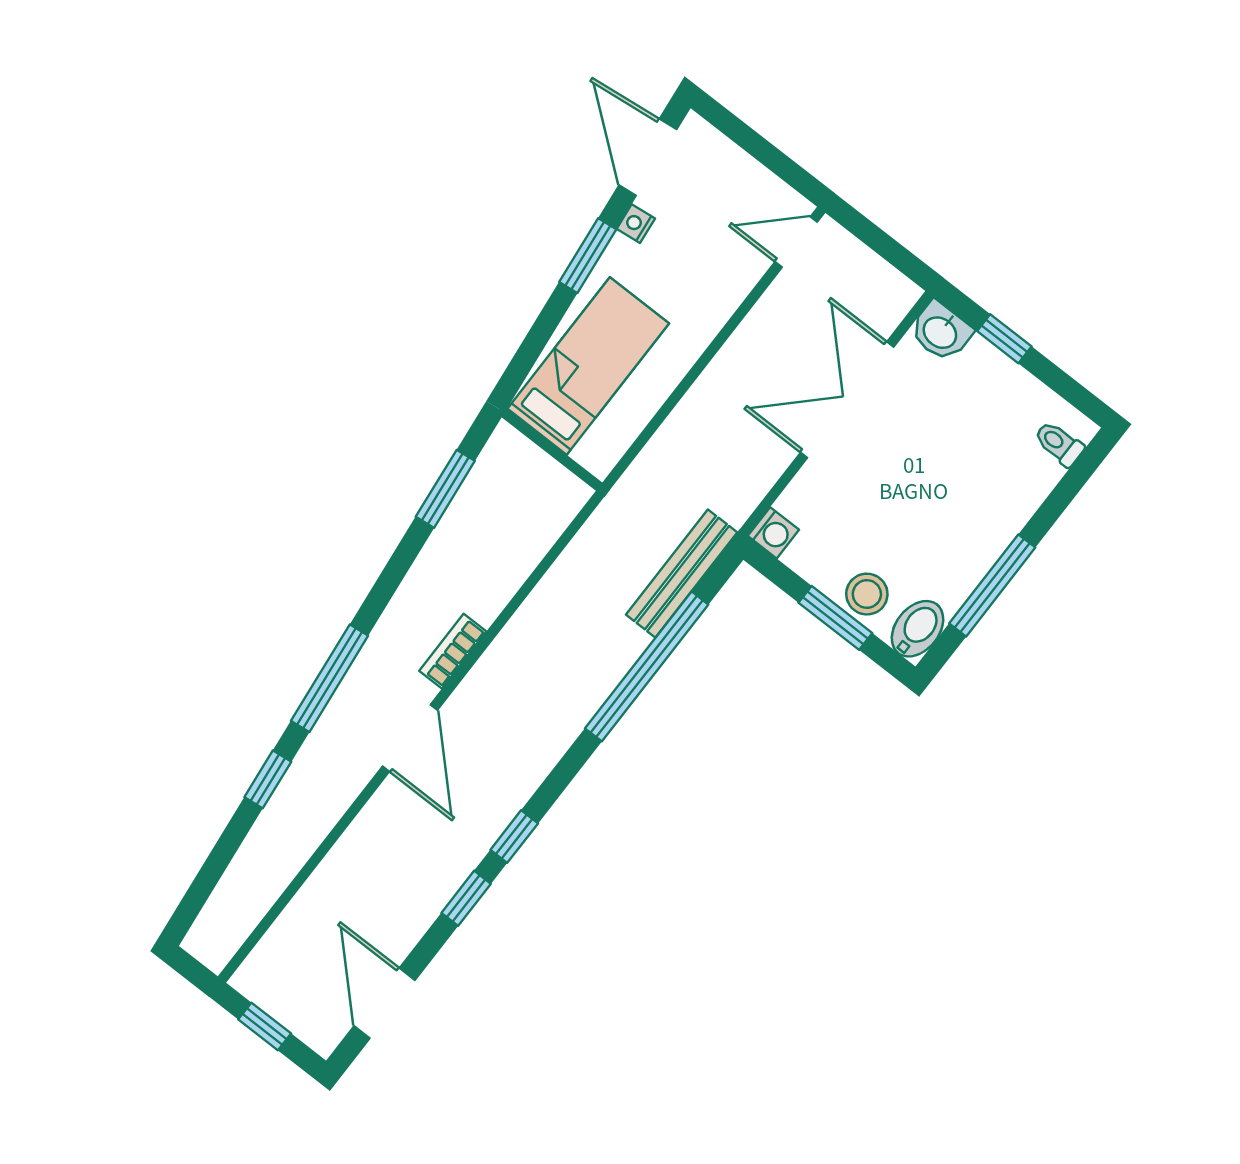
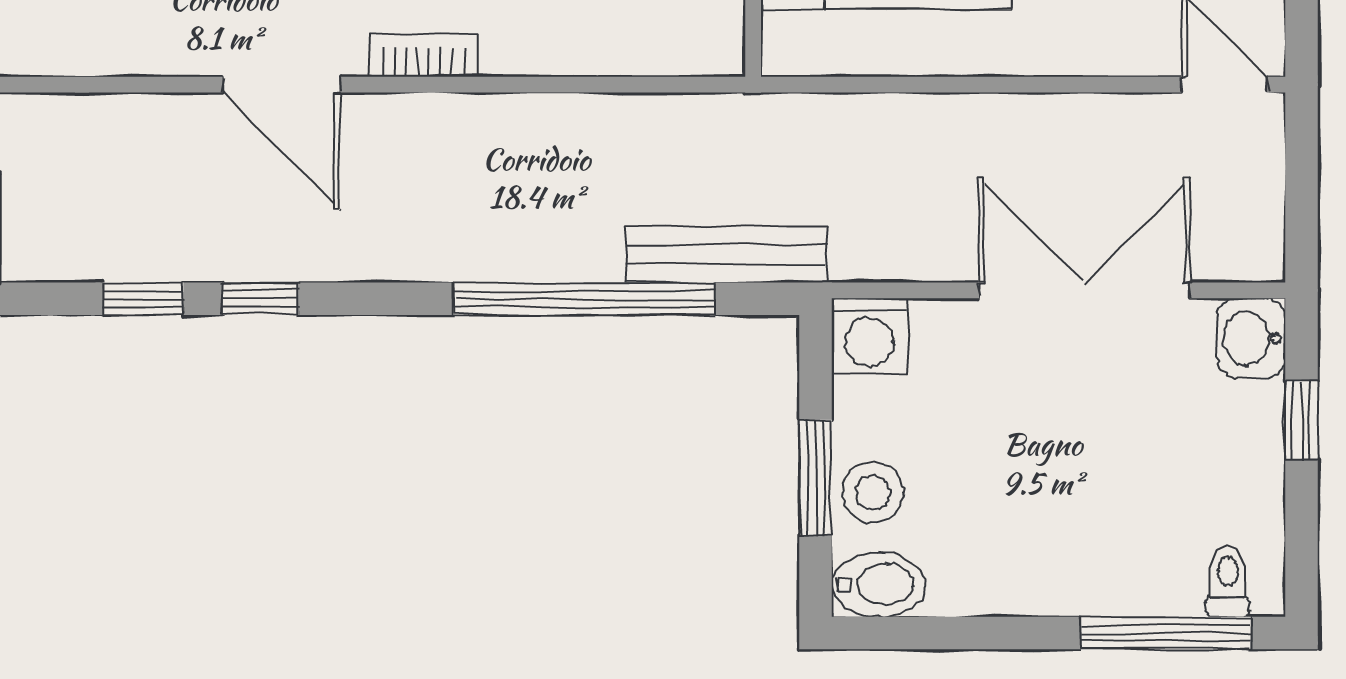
washing machine: (773, 533) -> (869, 336), width x1.38, depth x1.38
window: (992, 585) -> (1166, 633), moved
door: (410, 738) -> (281, 85), hinge flipped

